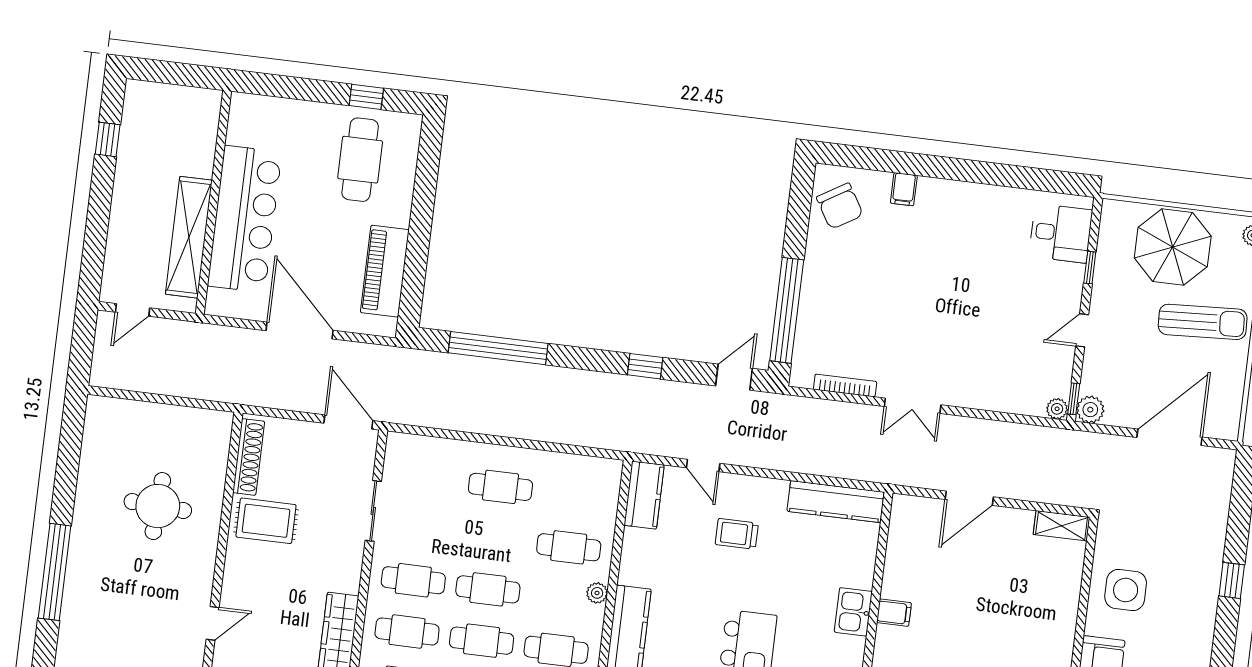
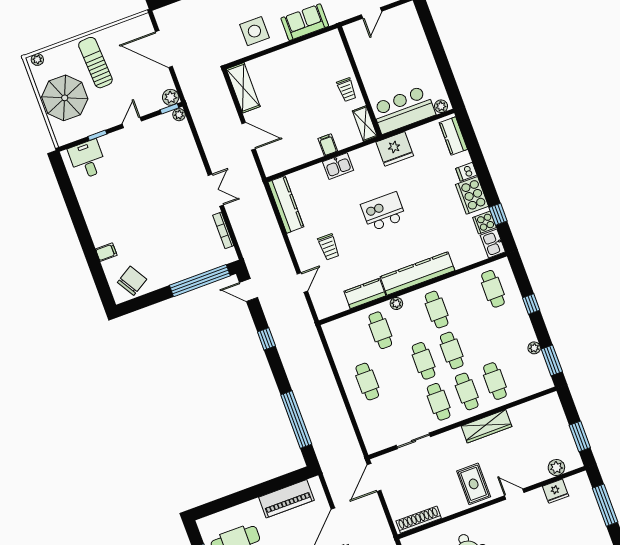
door: (1082, 330) -> (132, 123), swing flipped
kitchen counter: (644, 495) -> (365, 294), moved
rug: (266, 521) -> (474, 484), moved
shelving: (1062, 526) -> (243, 88), width x1.50, depth x1.33

